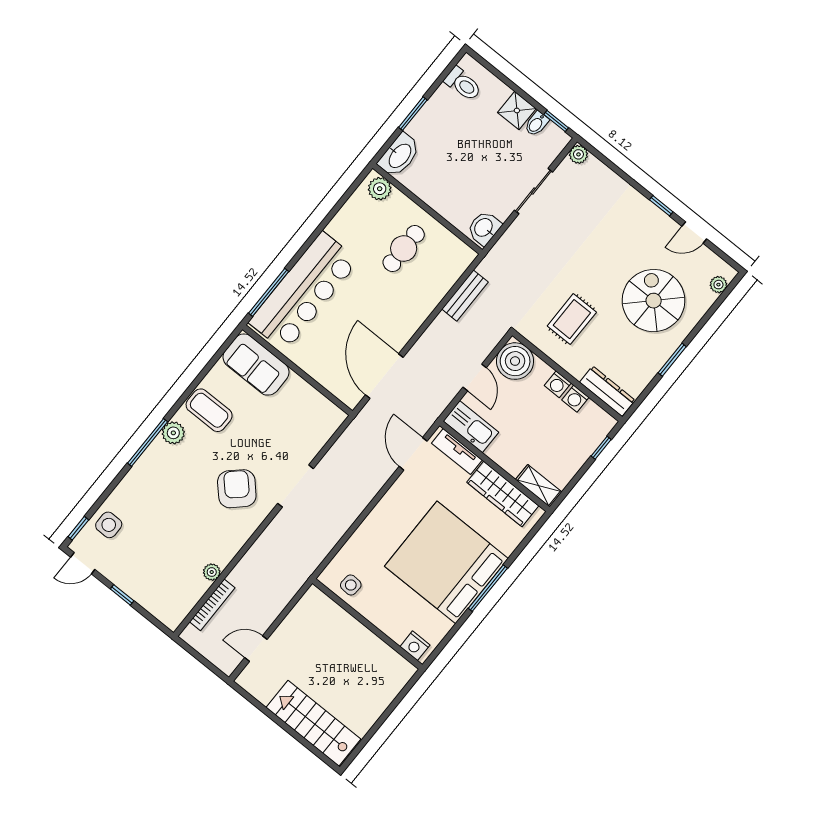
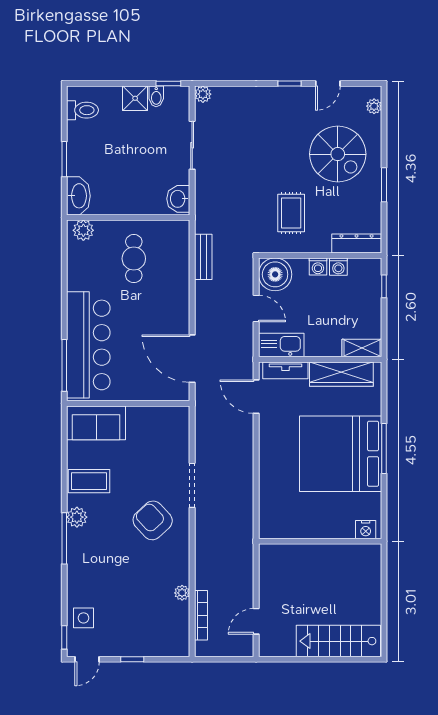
spiral stairs: (654, 301) -> (338, 154), turned 180
side table: (351, 585) -> (287, 523), removed

